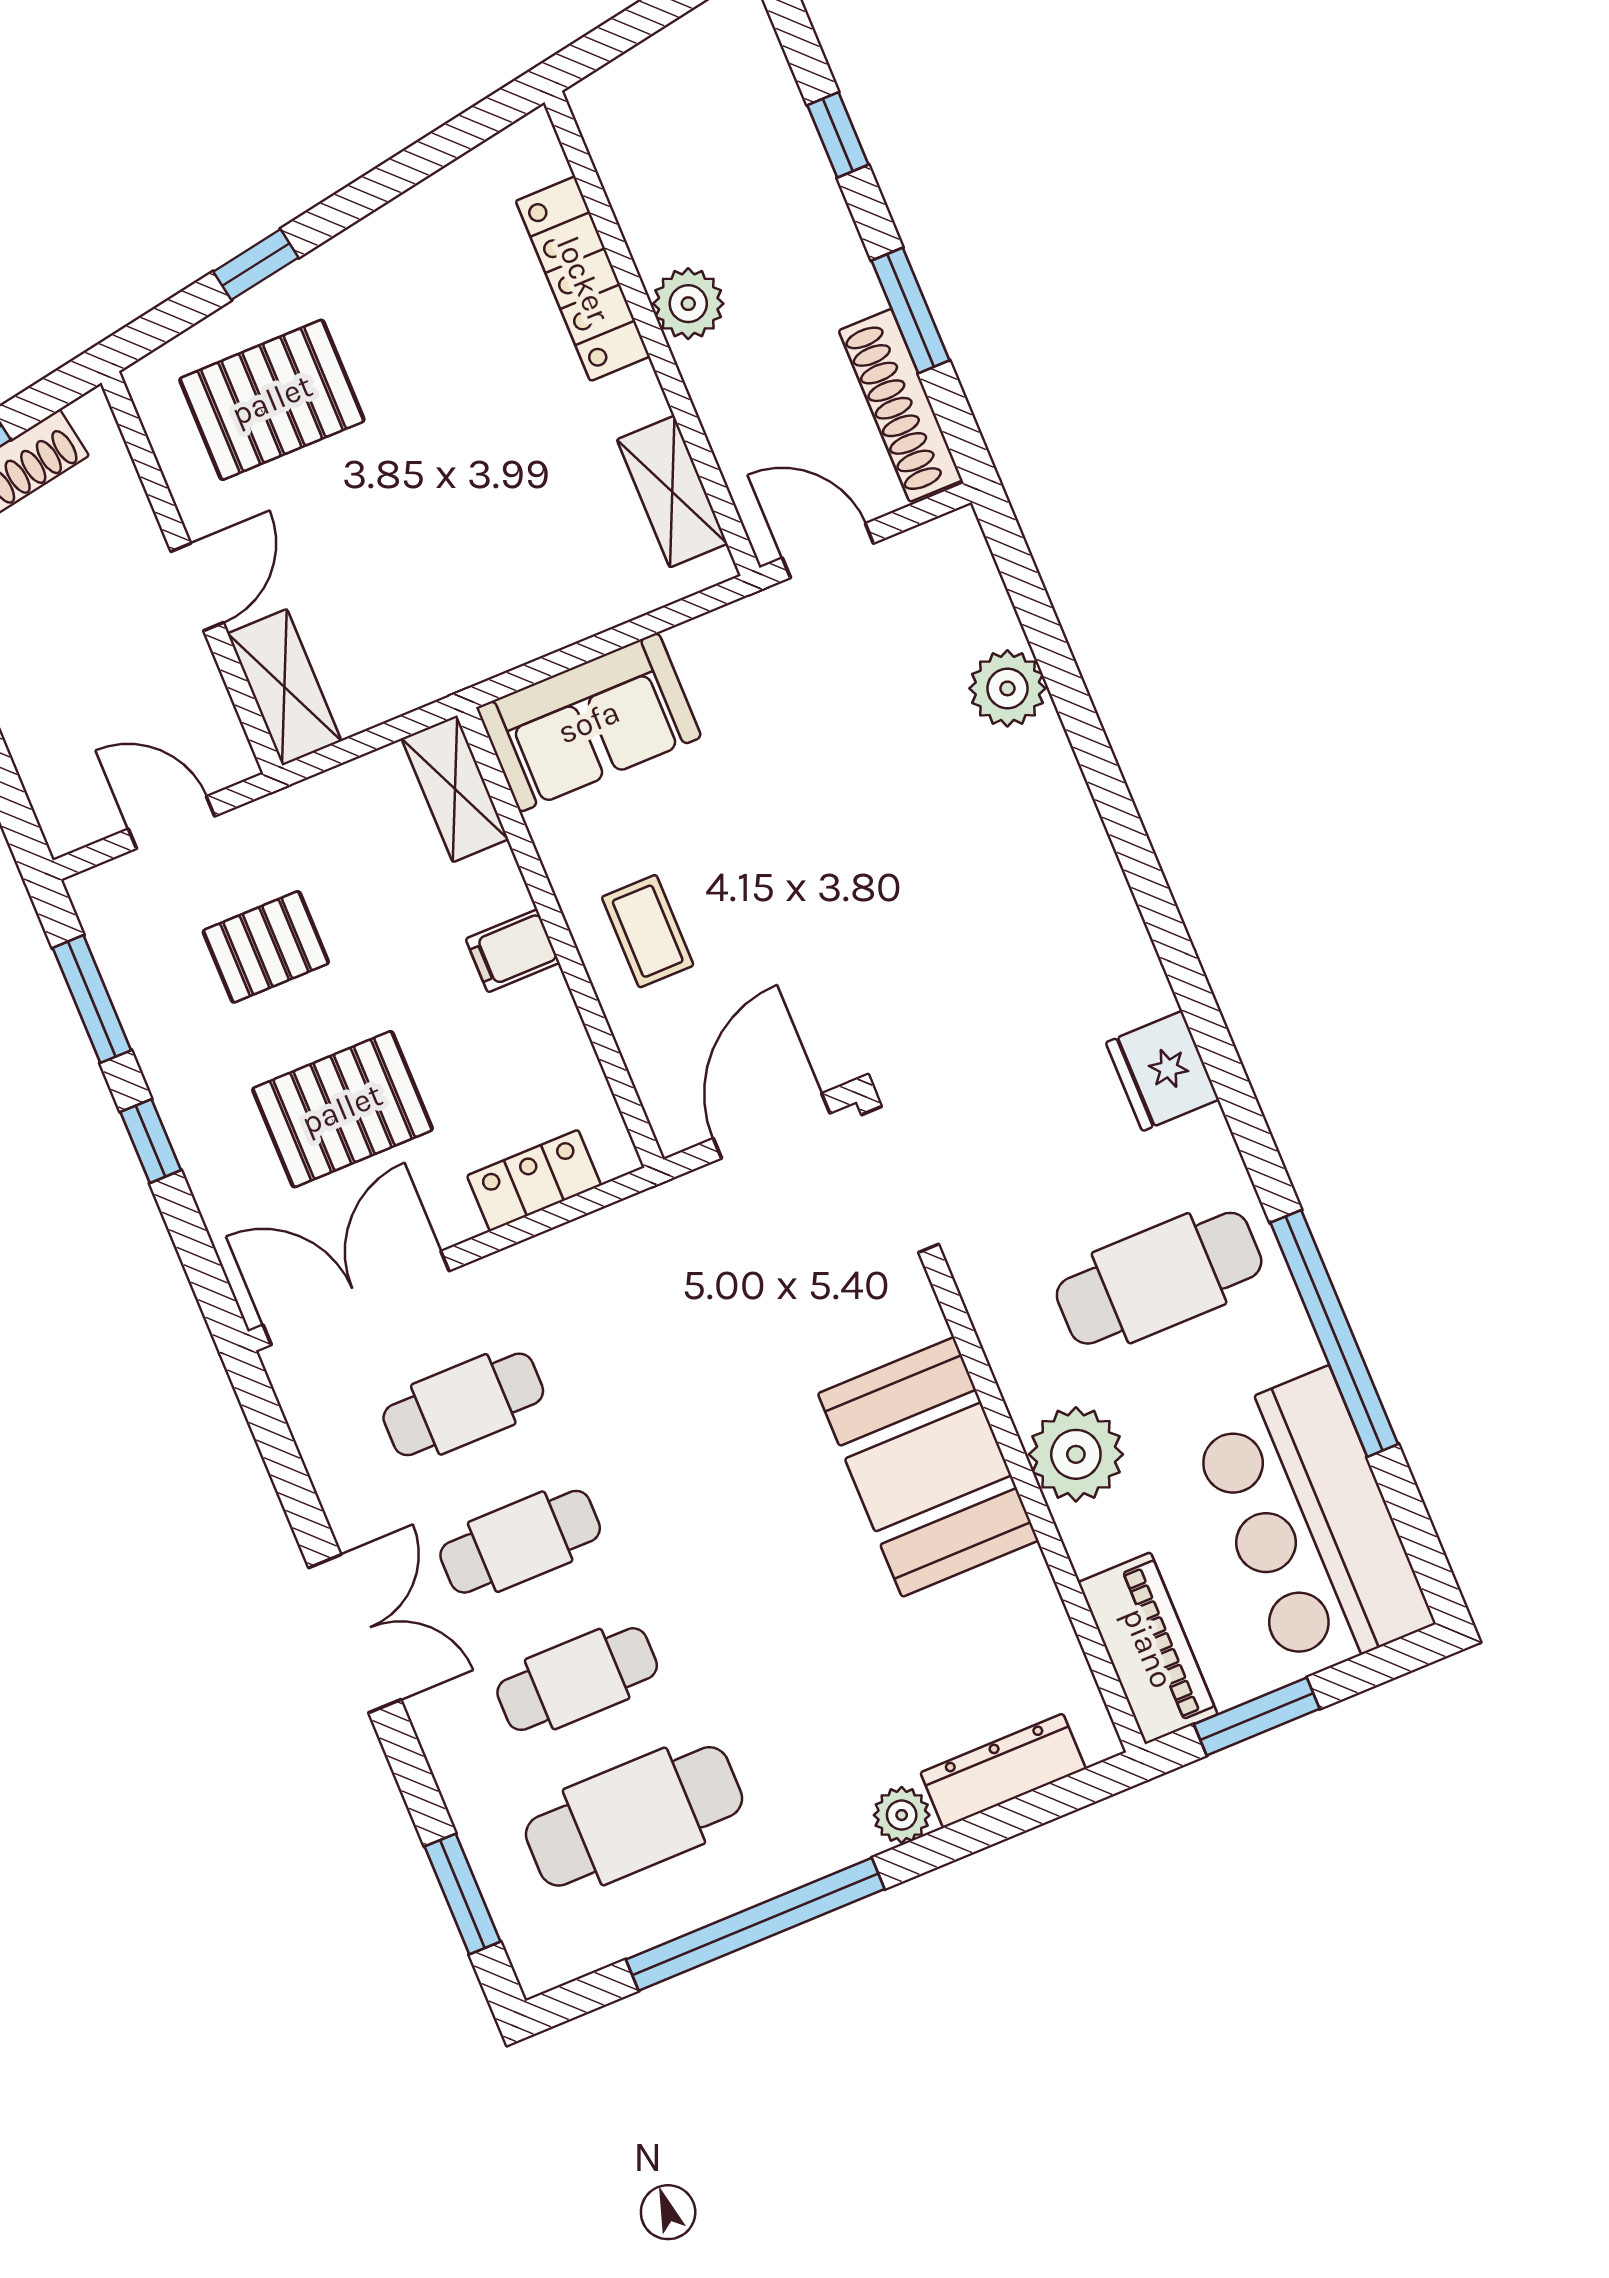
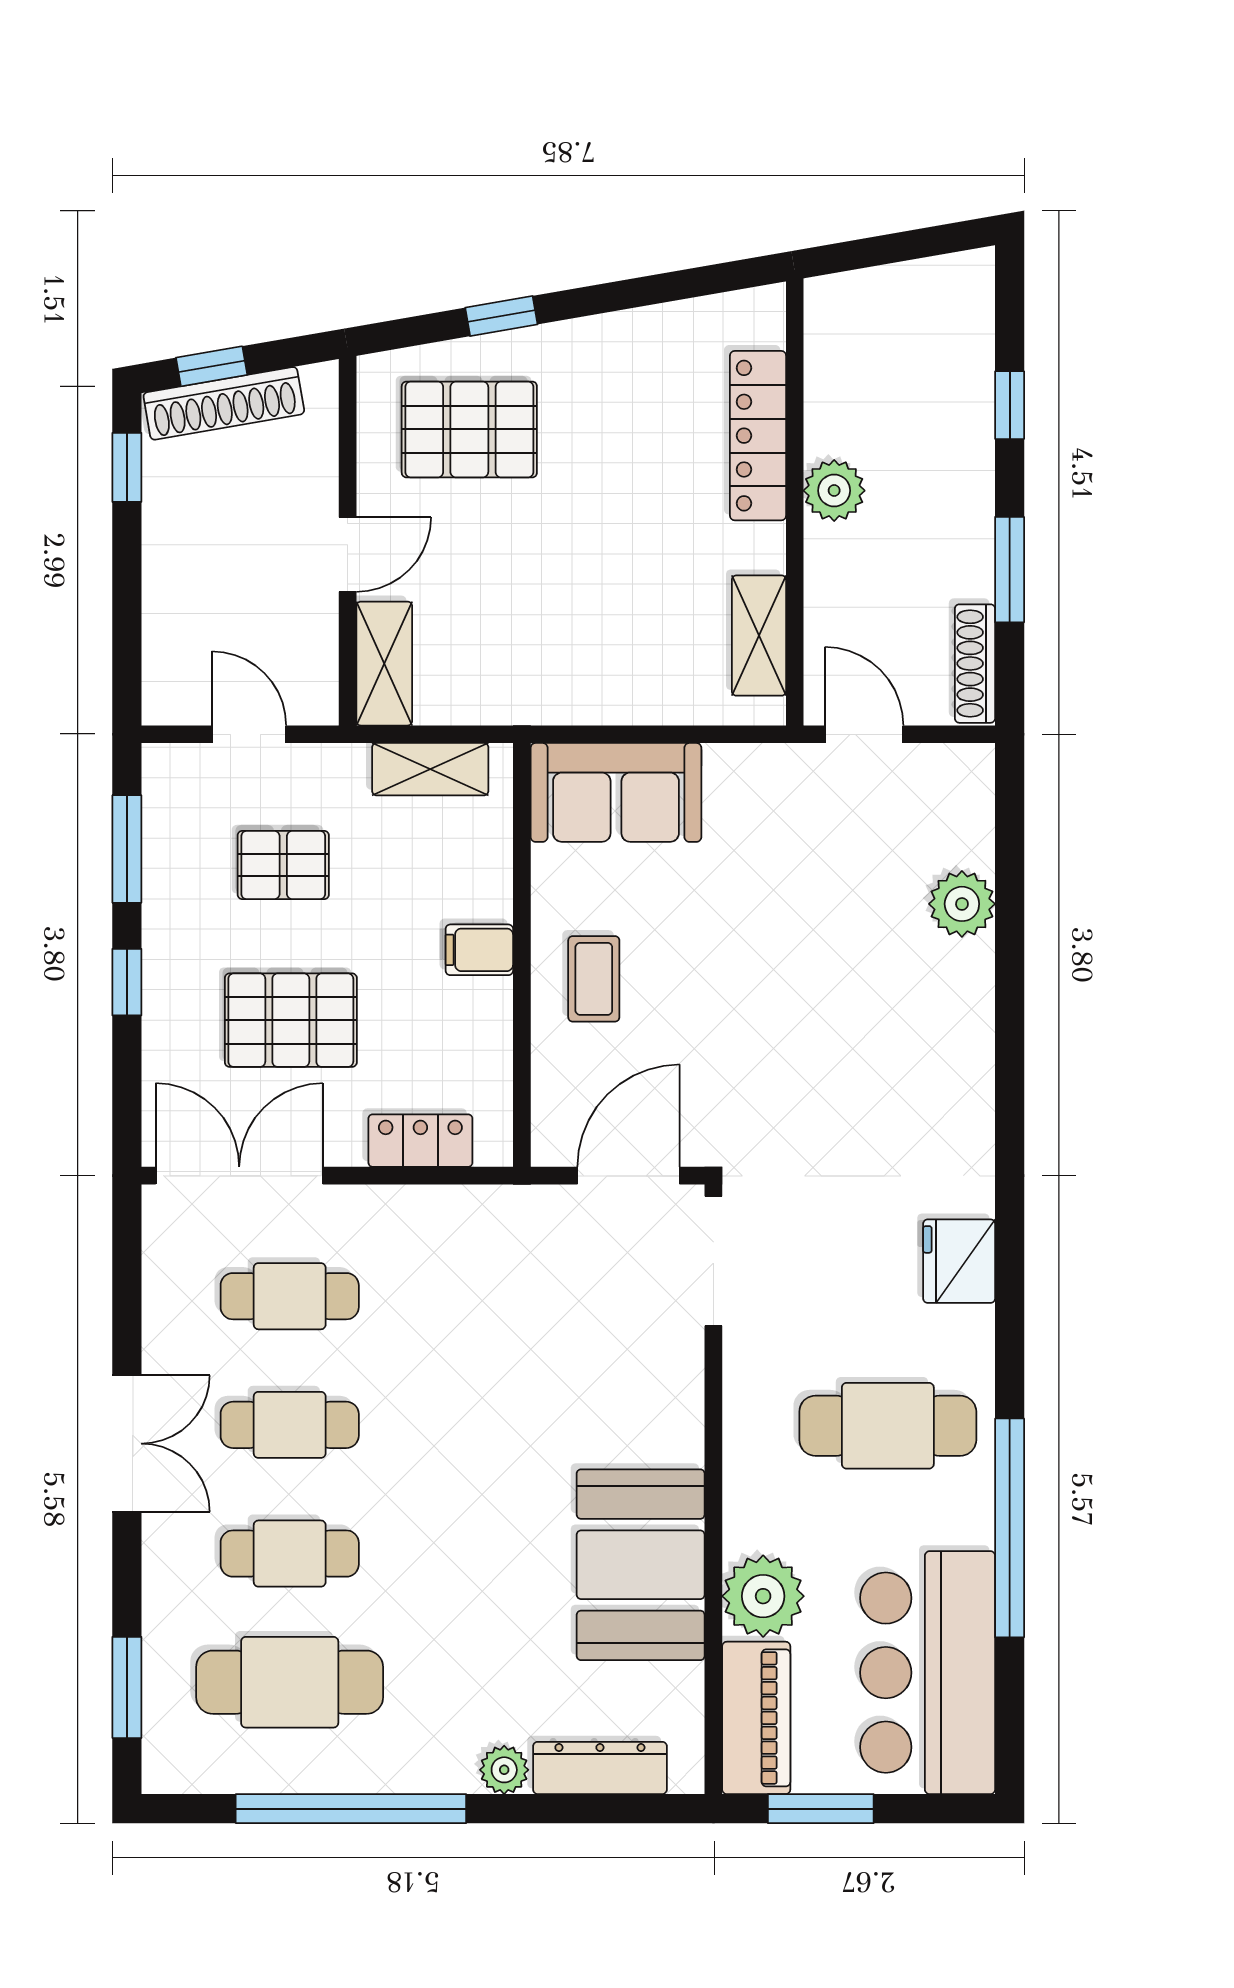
shoe rack: (901, 405) -> (975, 664), width x0.74, depth x0.81
shelving: (455, 789) -> (430, 769), moved, turned 90
plant: (1076, 1454) -> (763, 1596), moved
booth: (928, 1467) -> (641, 1565), moved

